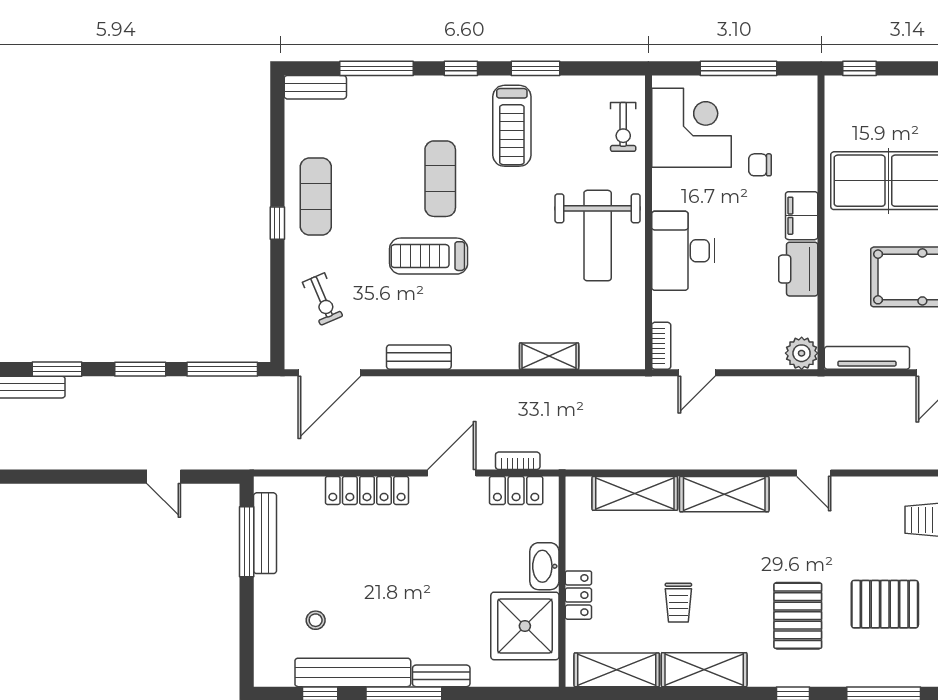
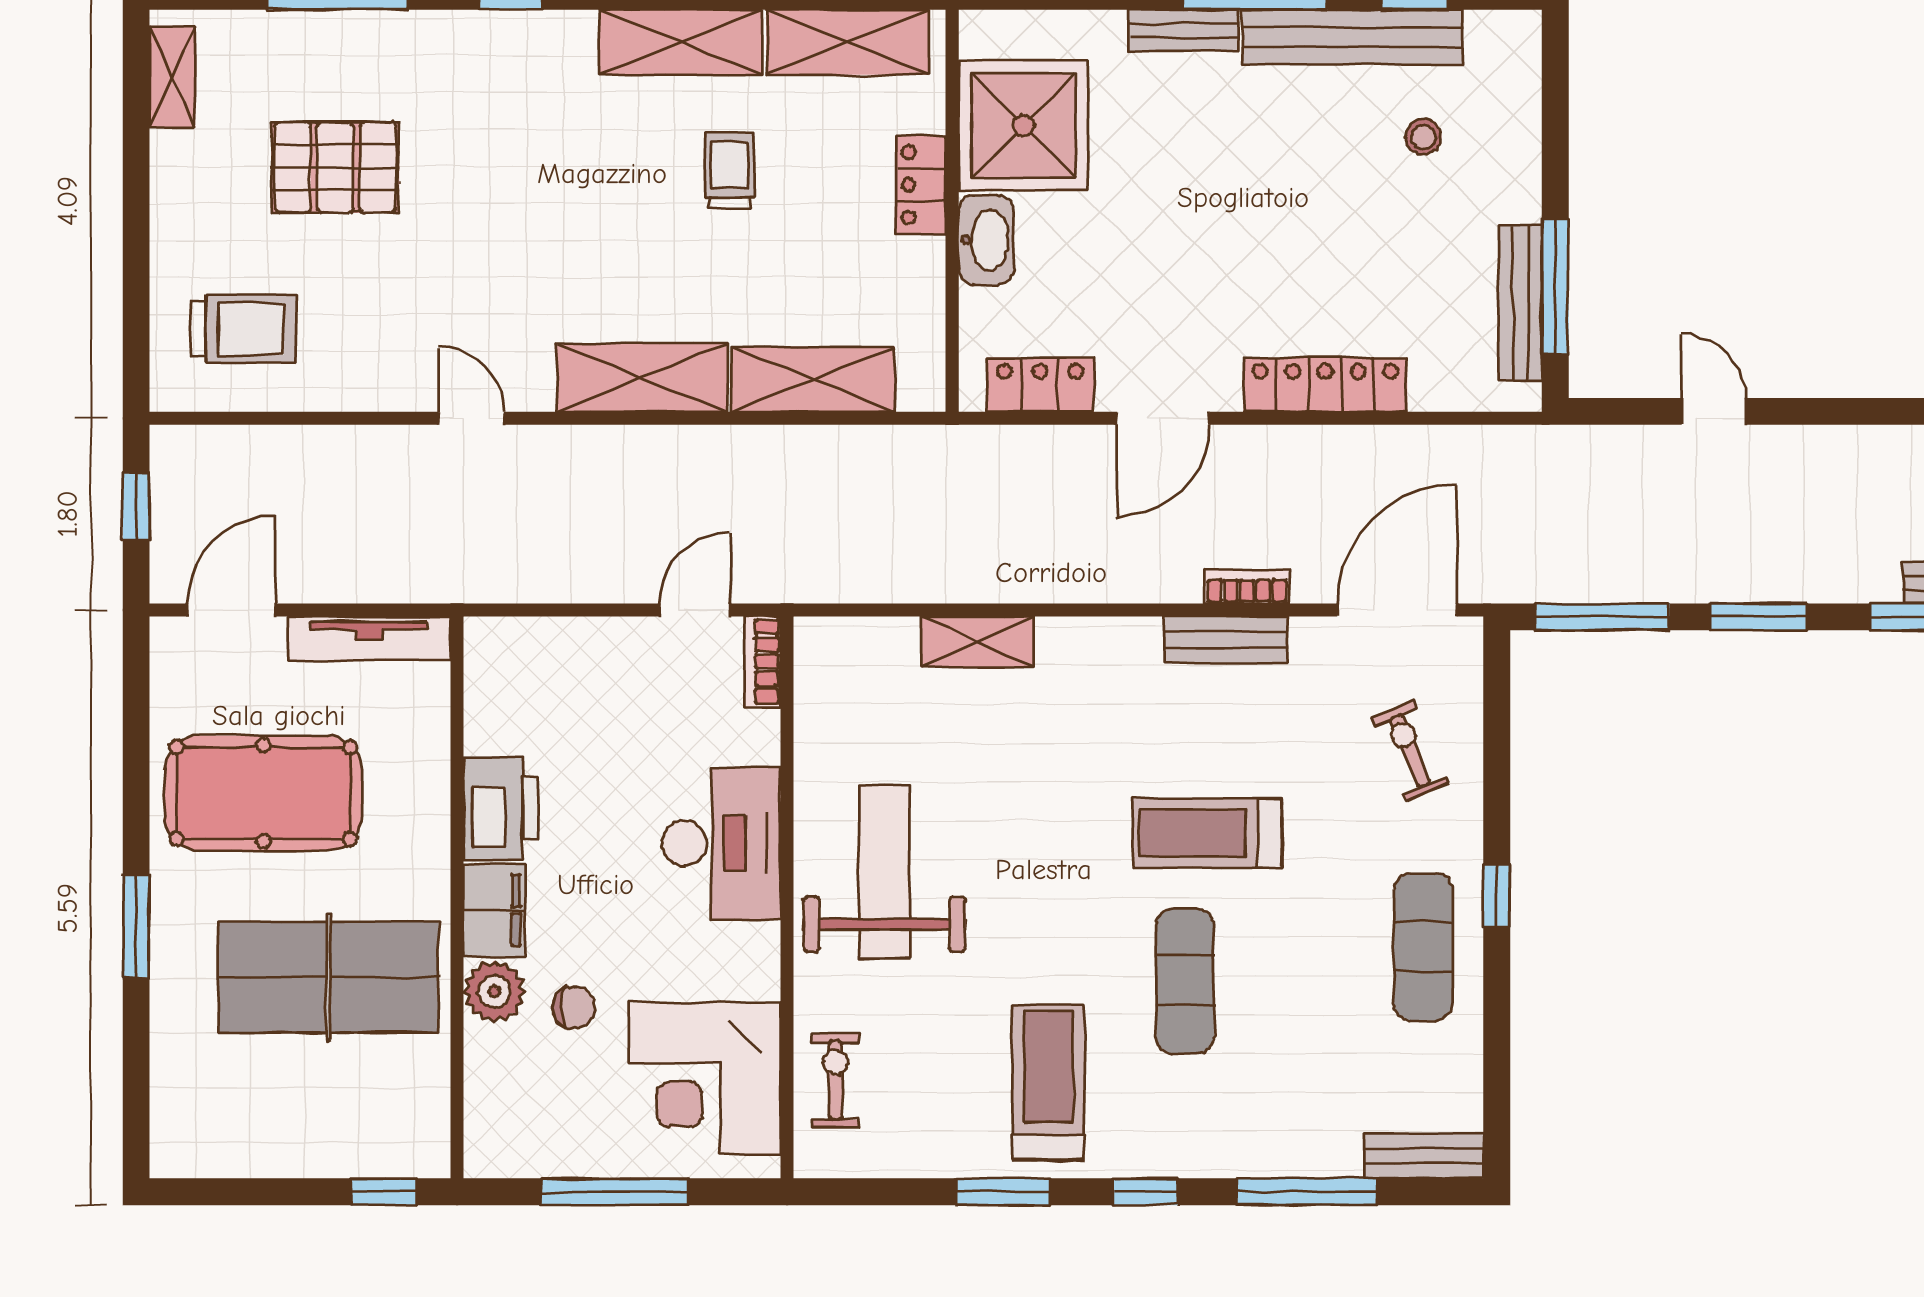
treadmill: (429, 256) -> (1207, 833), turned 180
plant: (802, 353) -> (494, 992), moved
bookcase: (518, 461) -> (1247, 587), moved, turned 180
pallet: (798, 616) -> (501, 145), removed

